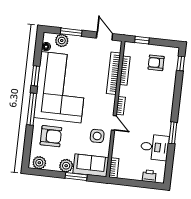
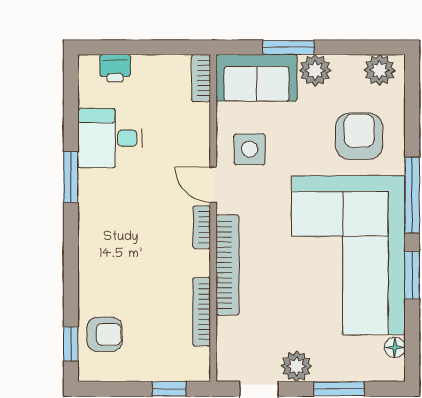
plant: (62, 40) -> (296, 366), moved
armchair: (156, 63) -> (105, 334), moved
bookcase: (114, 73) -> (228, 265), moved
armchair: (51, 136) -> (359, 136), turned 90

